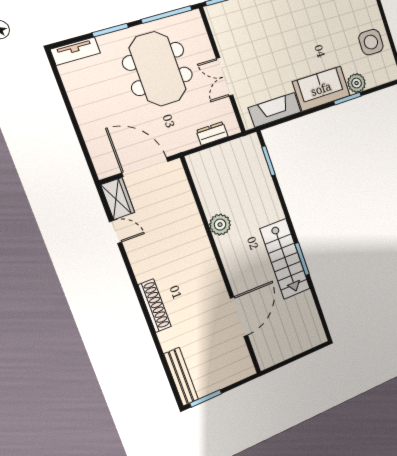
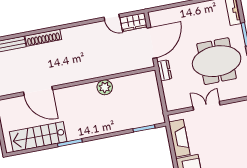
dresser: (212, 134) -> (164, 70), moved
door: (116, 232) -> (112, 17), hinge flipped
stairs: (285, 259) -> (38, 137), moved
shoe rack: (155, 306) -> (43, 38), moved

